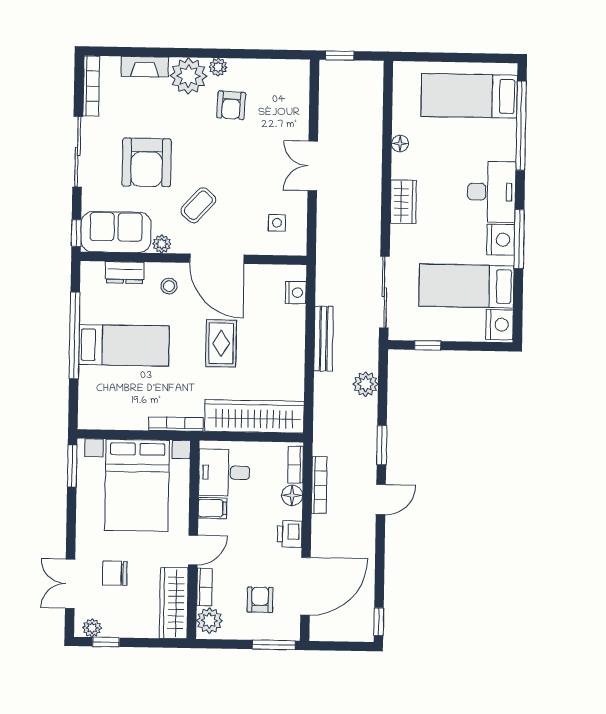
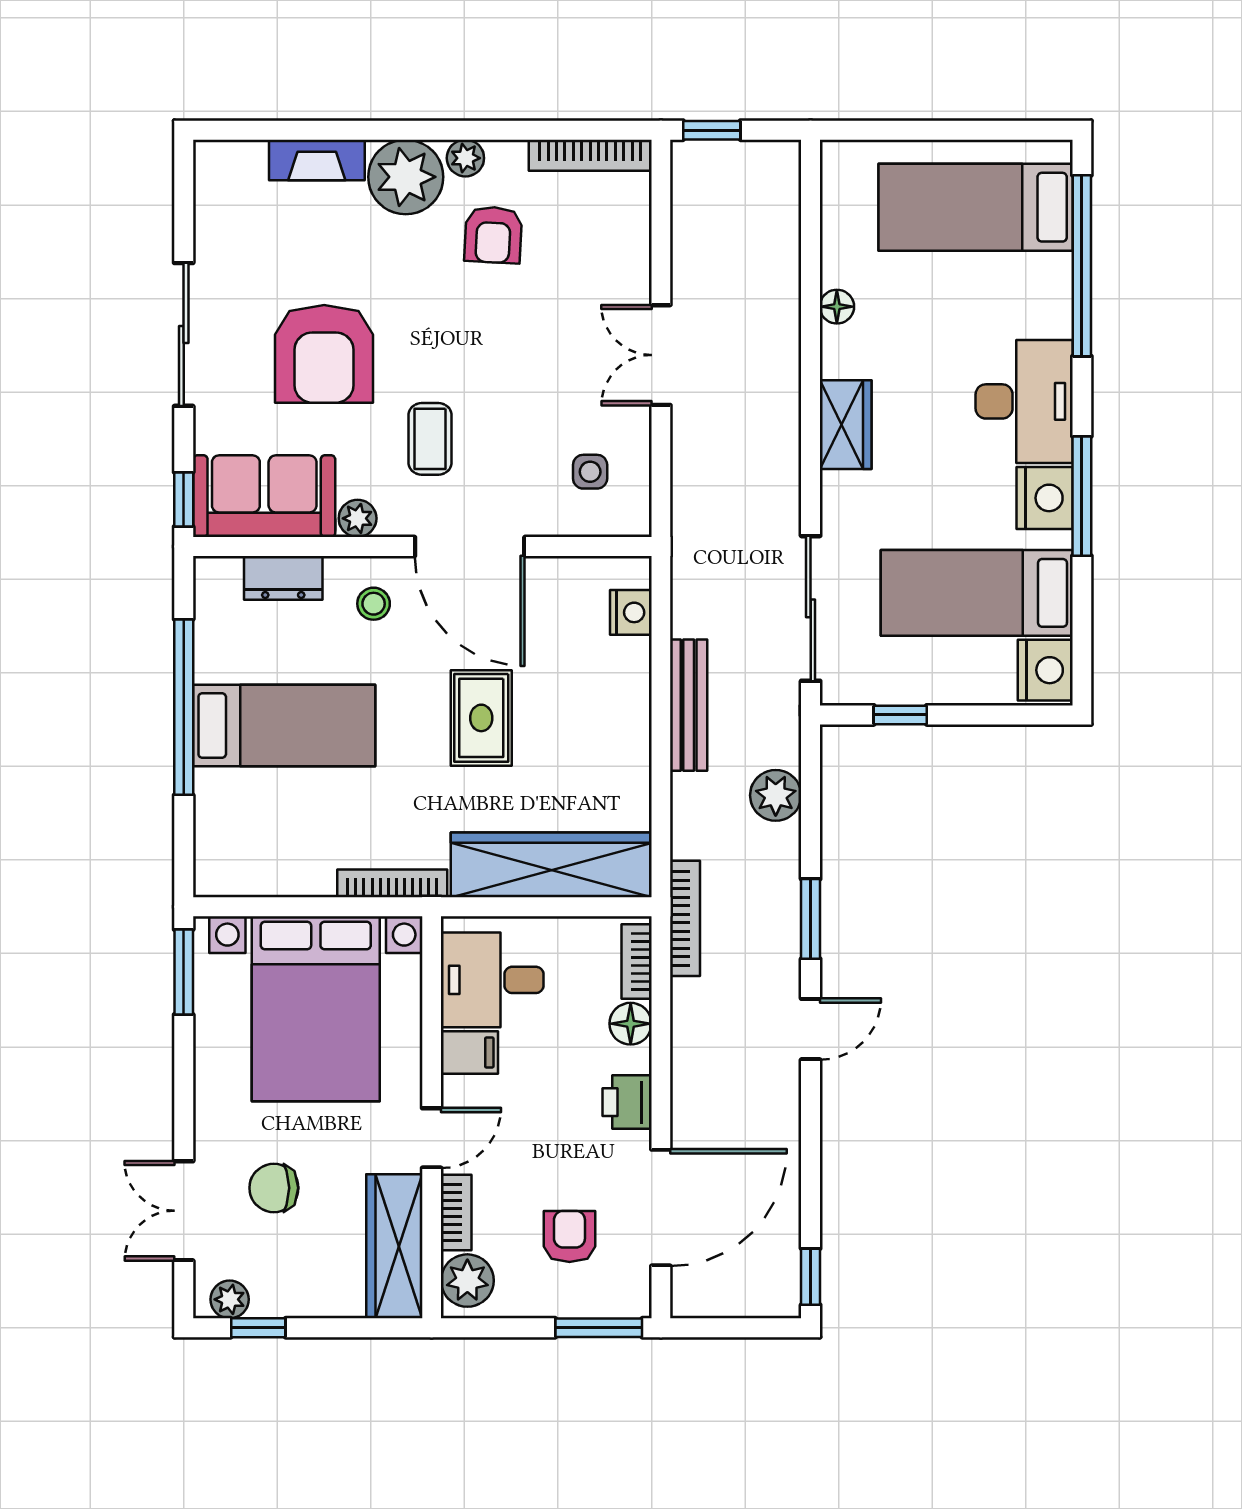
bookcase: (91, 86) -> (590, 155), moved, turned 90
coffee table: (198, 205) -> (430, 439), turned -42
bookcase: (319, 485) -> (685, 918), moved

